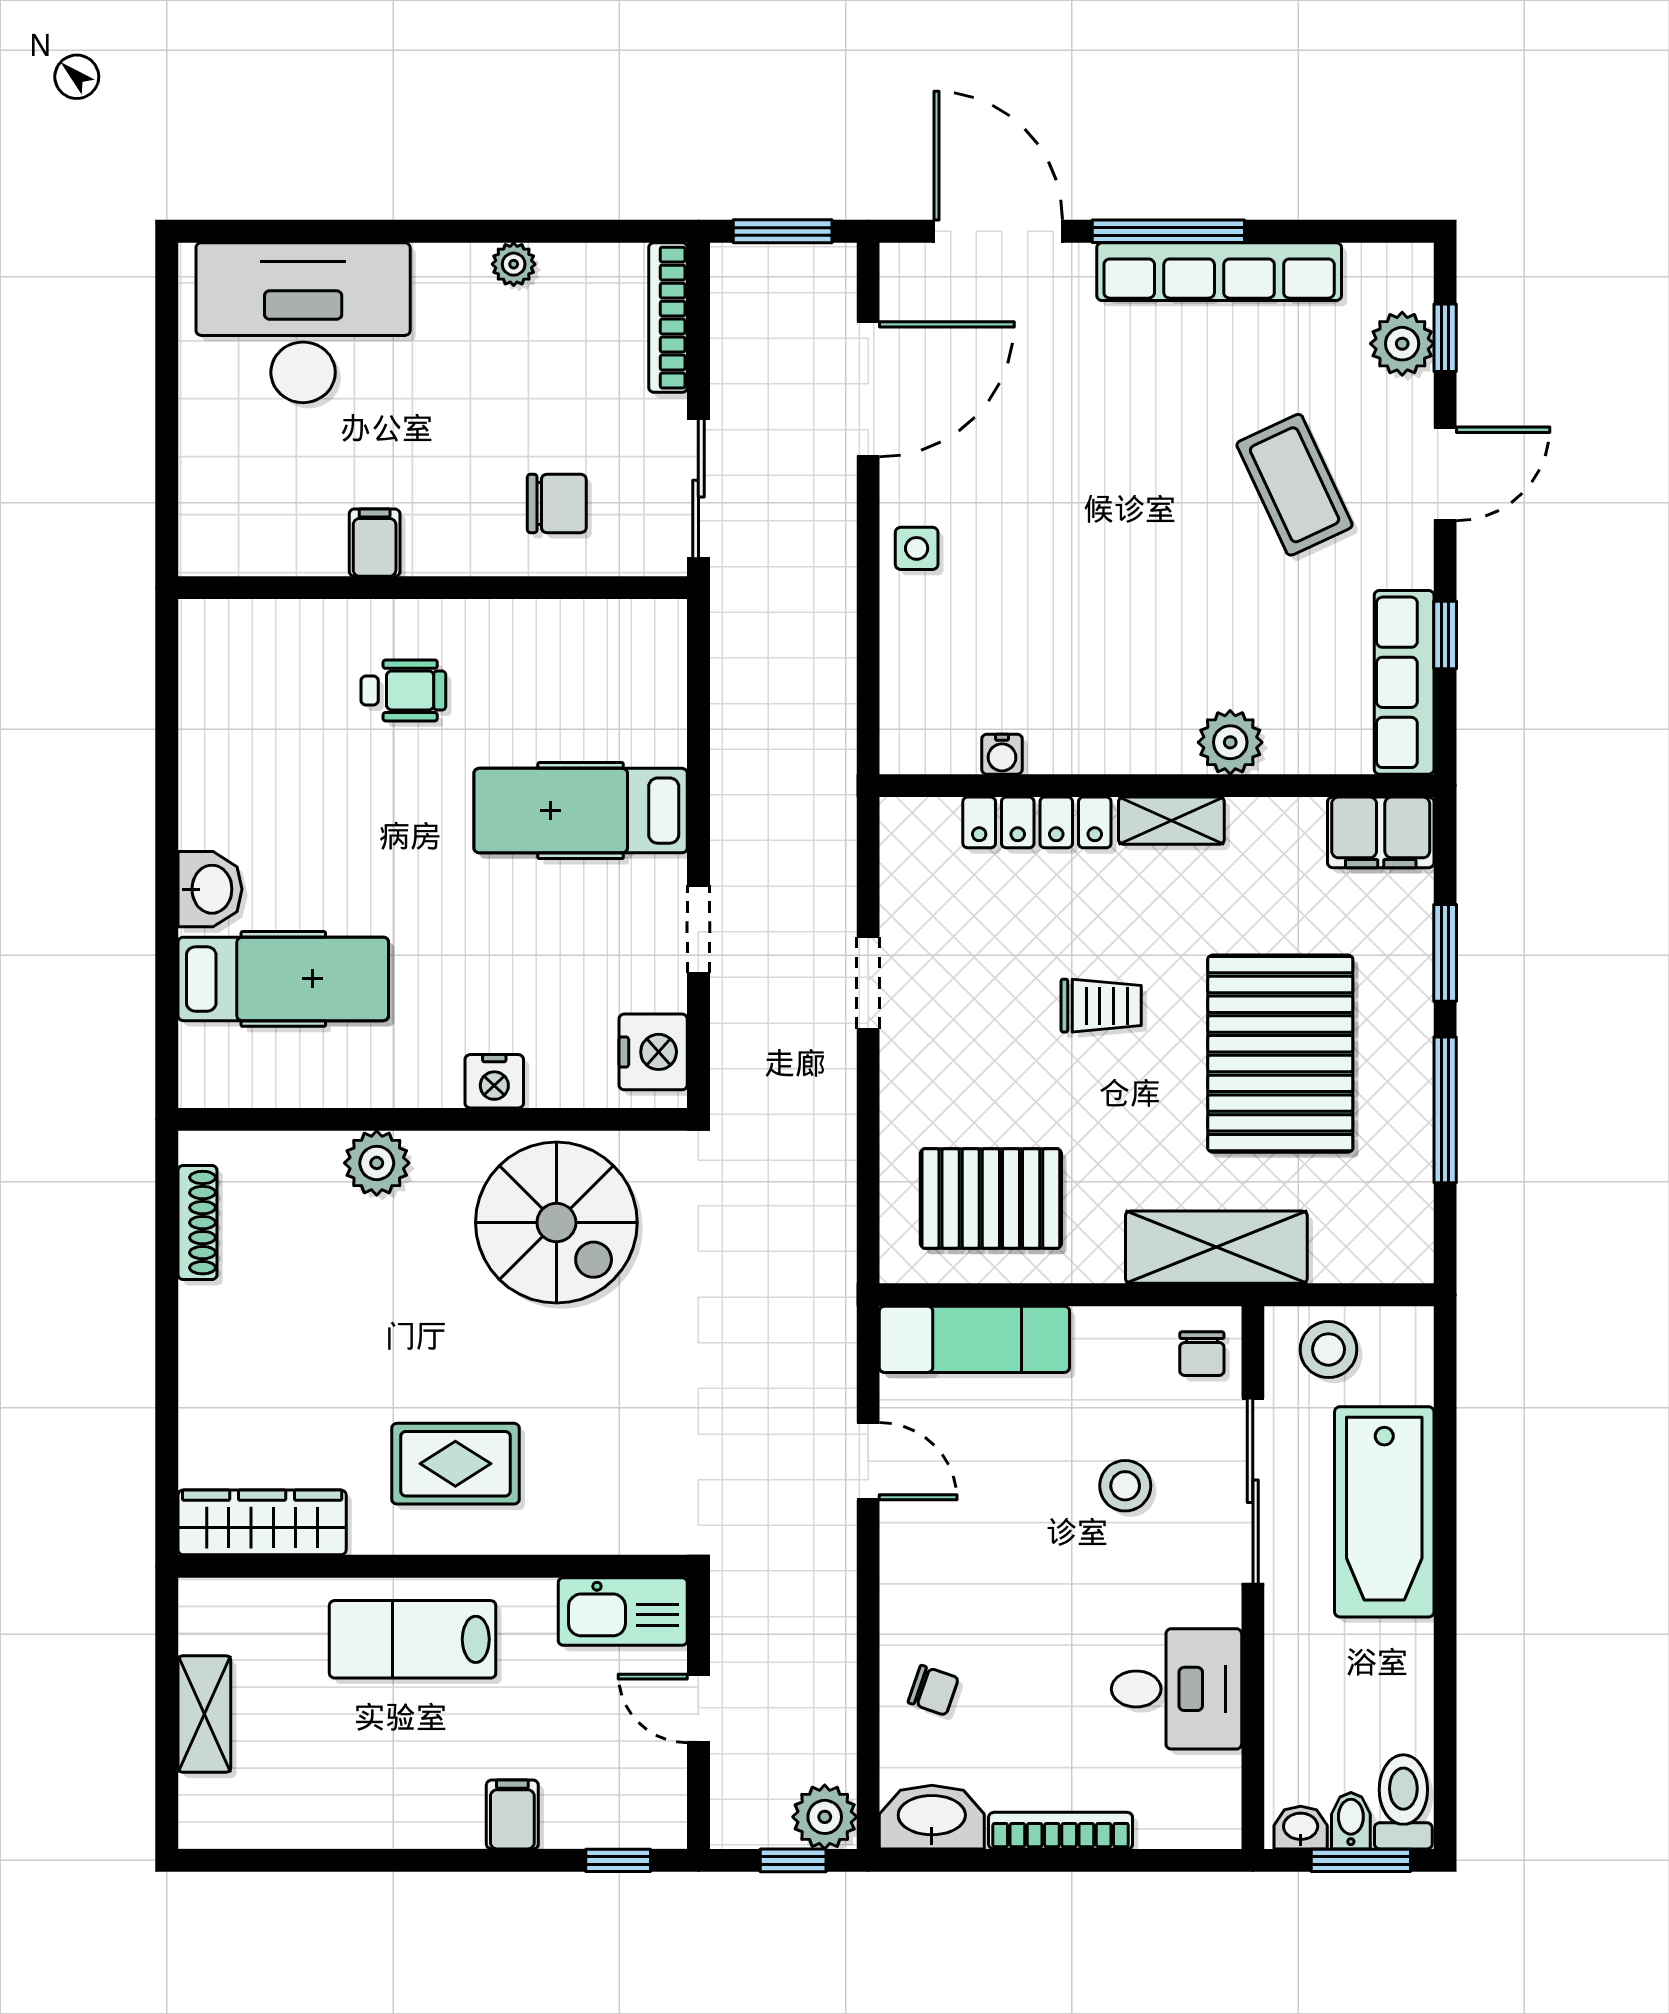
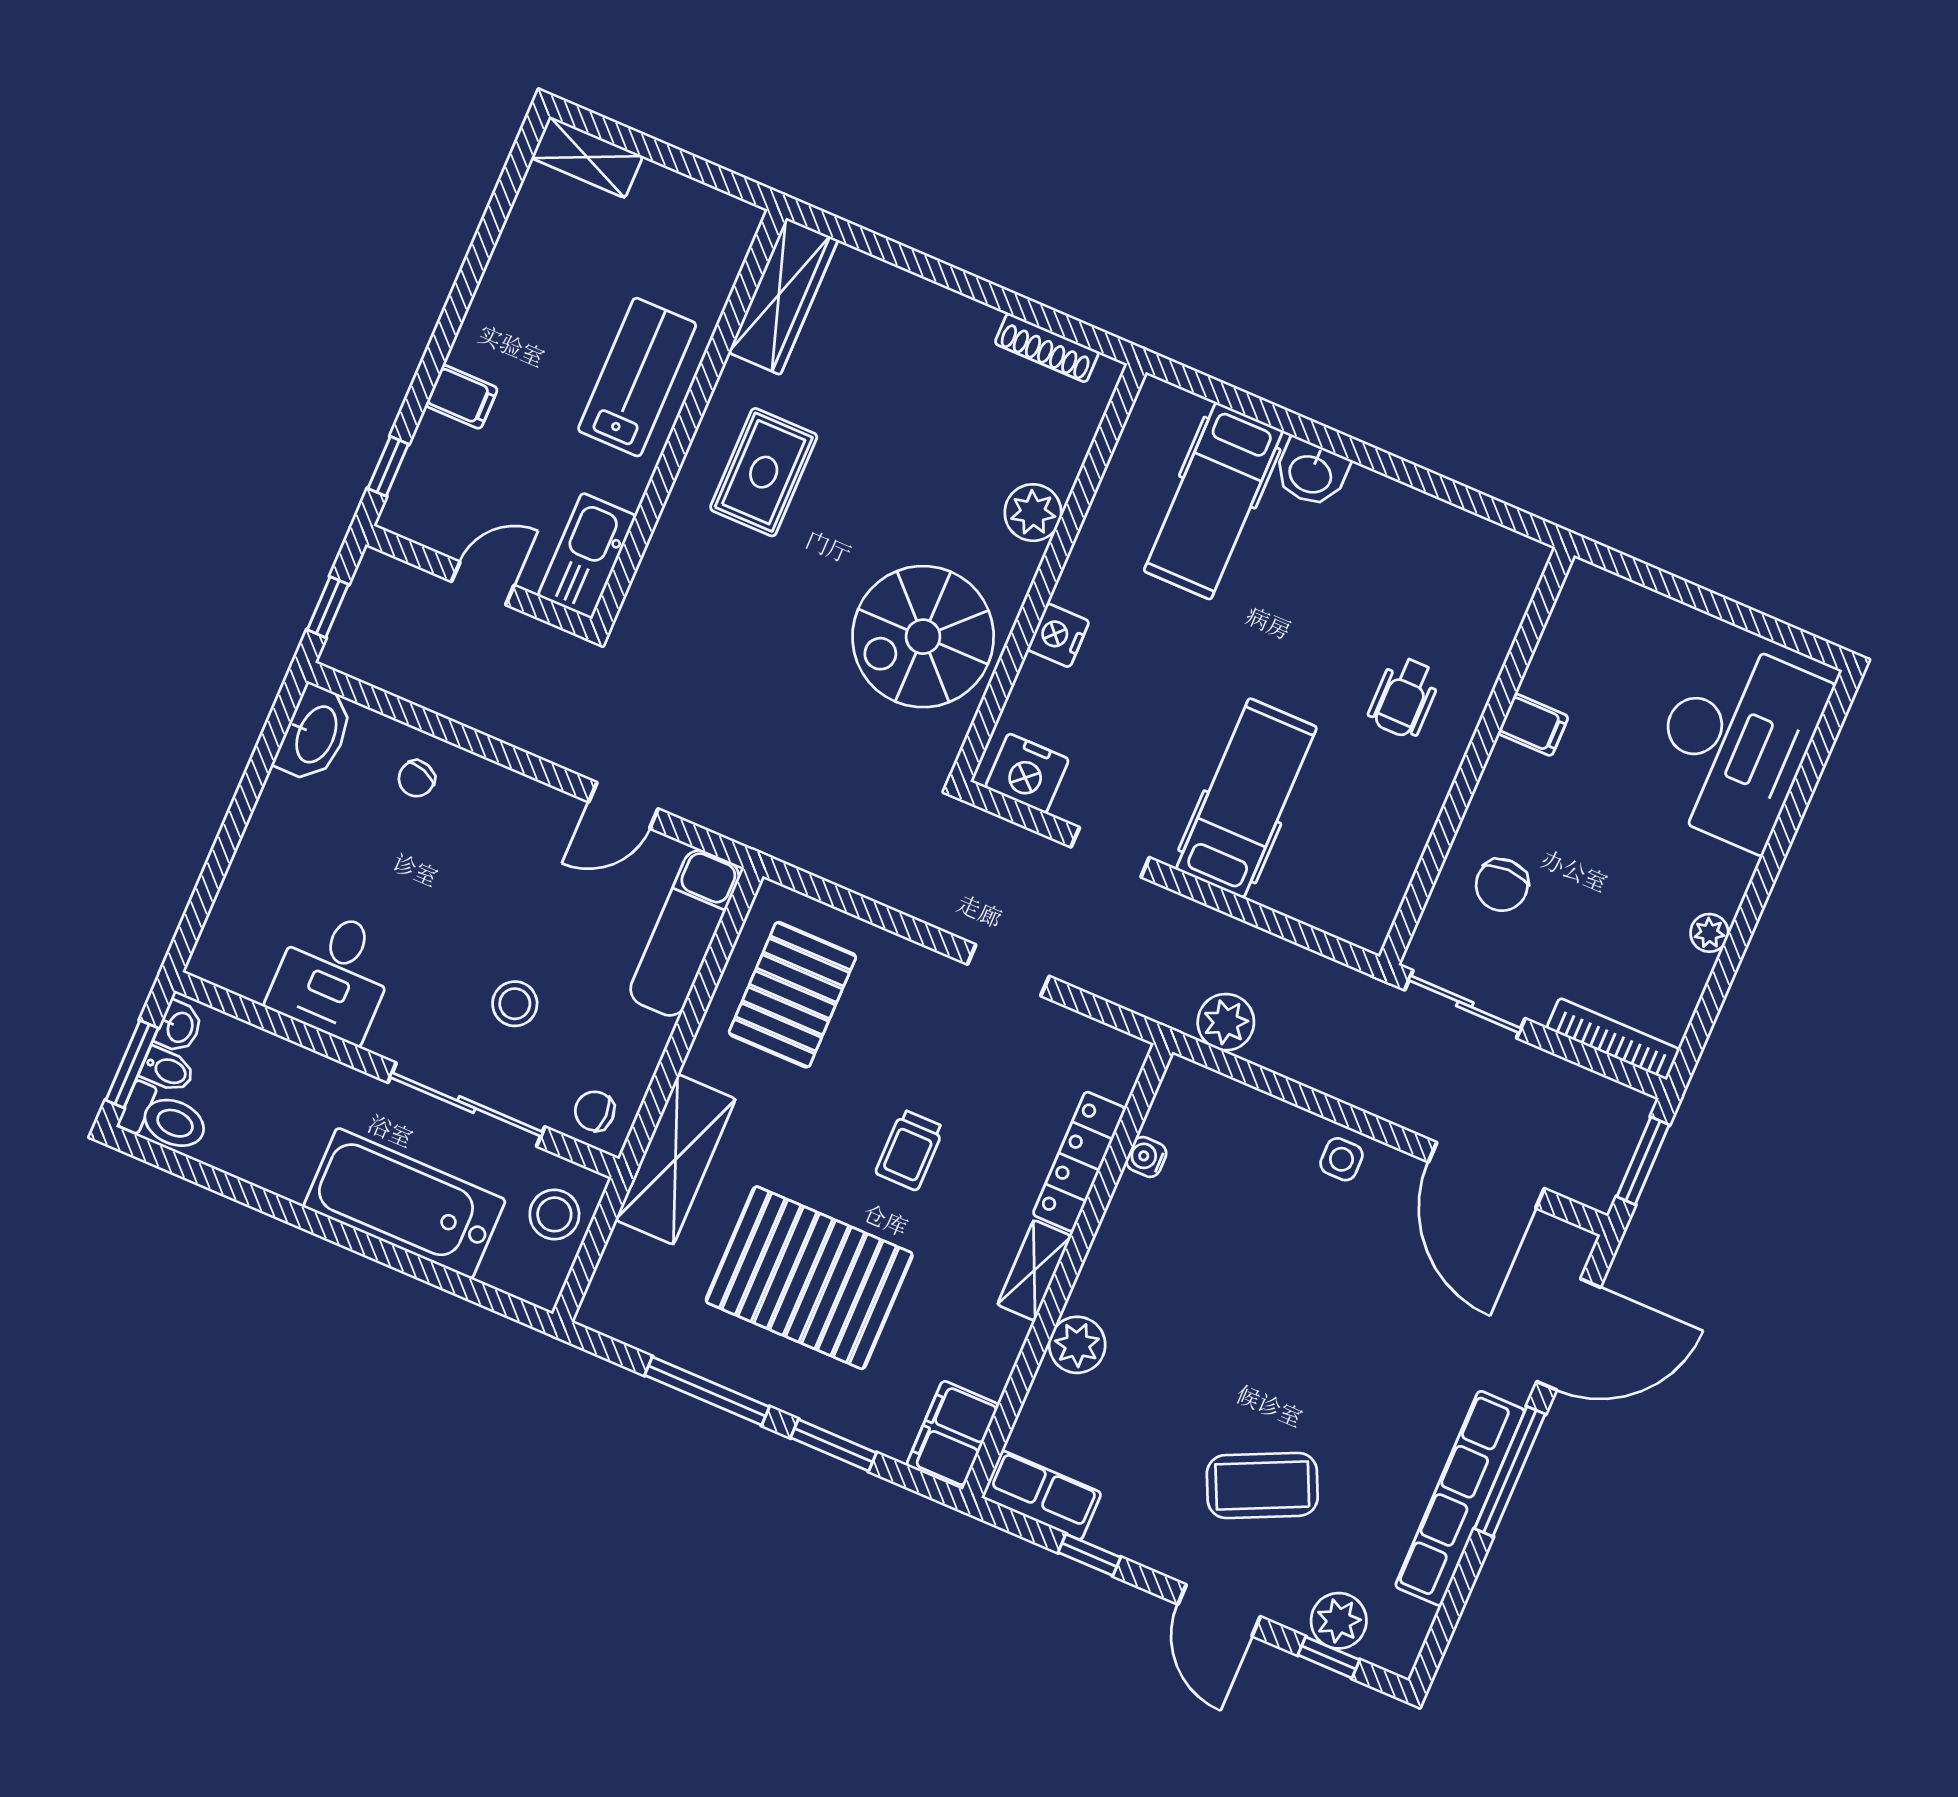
row of seats: (1404, 682) -> (1041, 1495), width x0.68
shelving: (204, 1714) -> (587, 157), moved
plant: (825, 1817) -> (1226, 1022), moved
bookcase: (1061, 1831) -> (259, 833), removed

